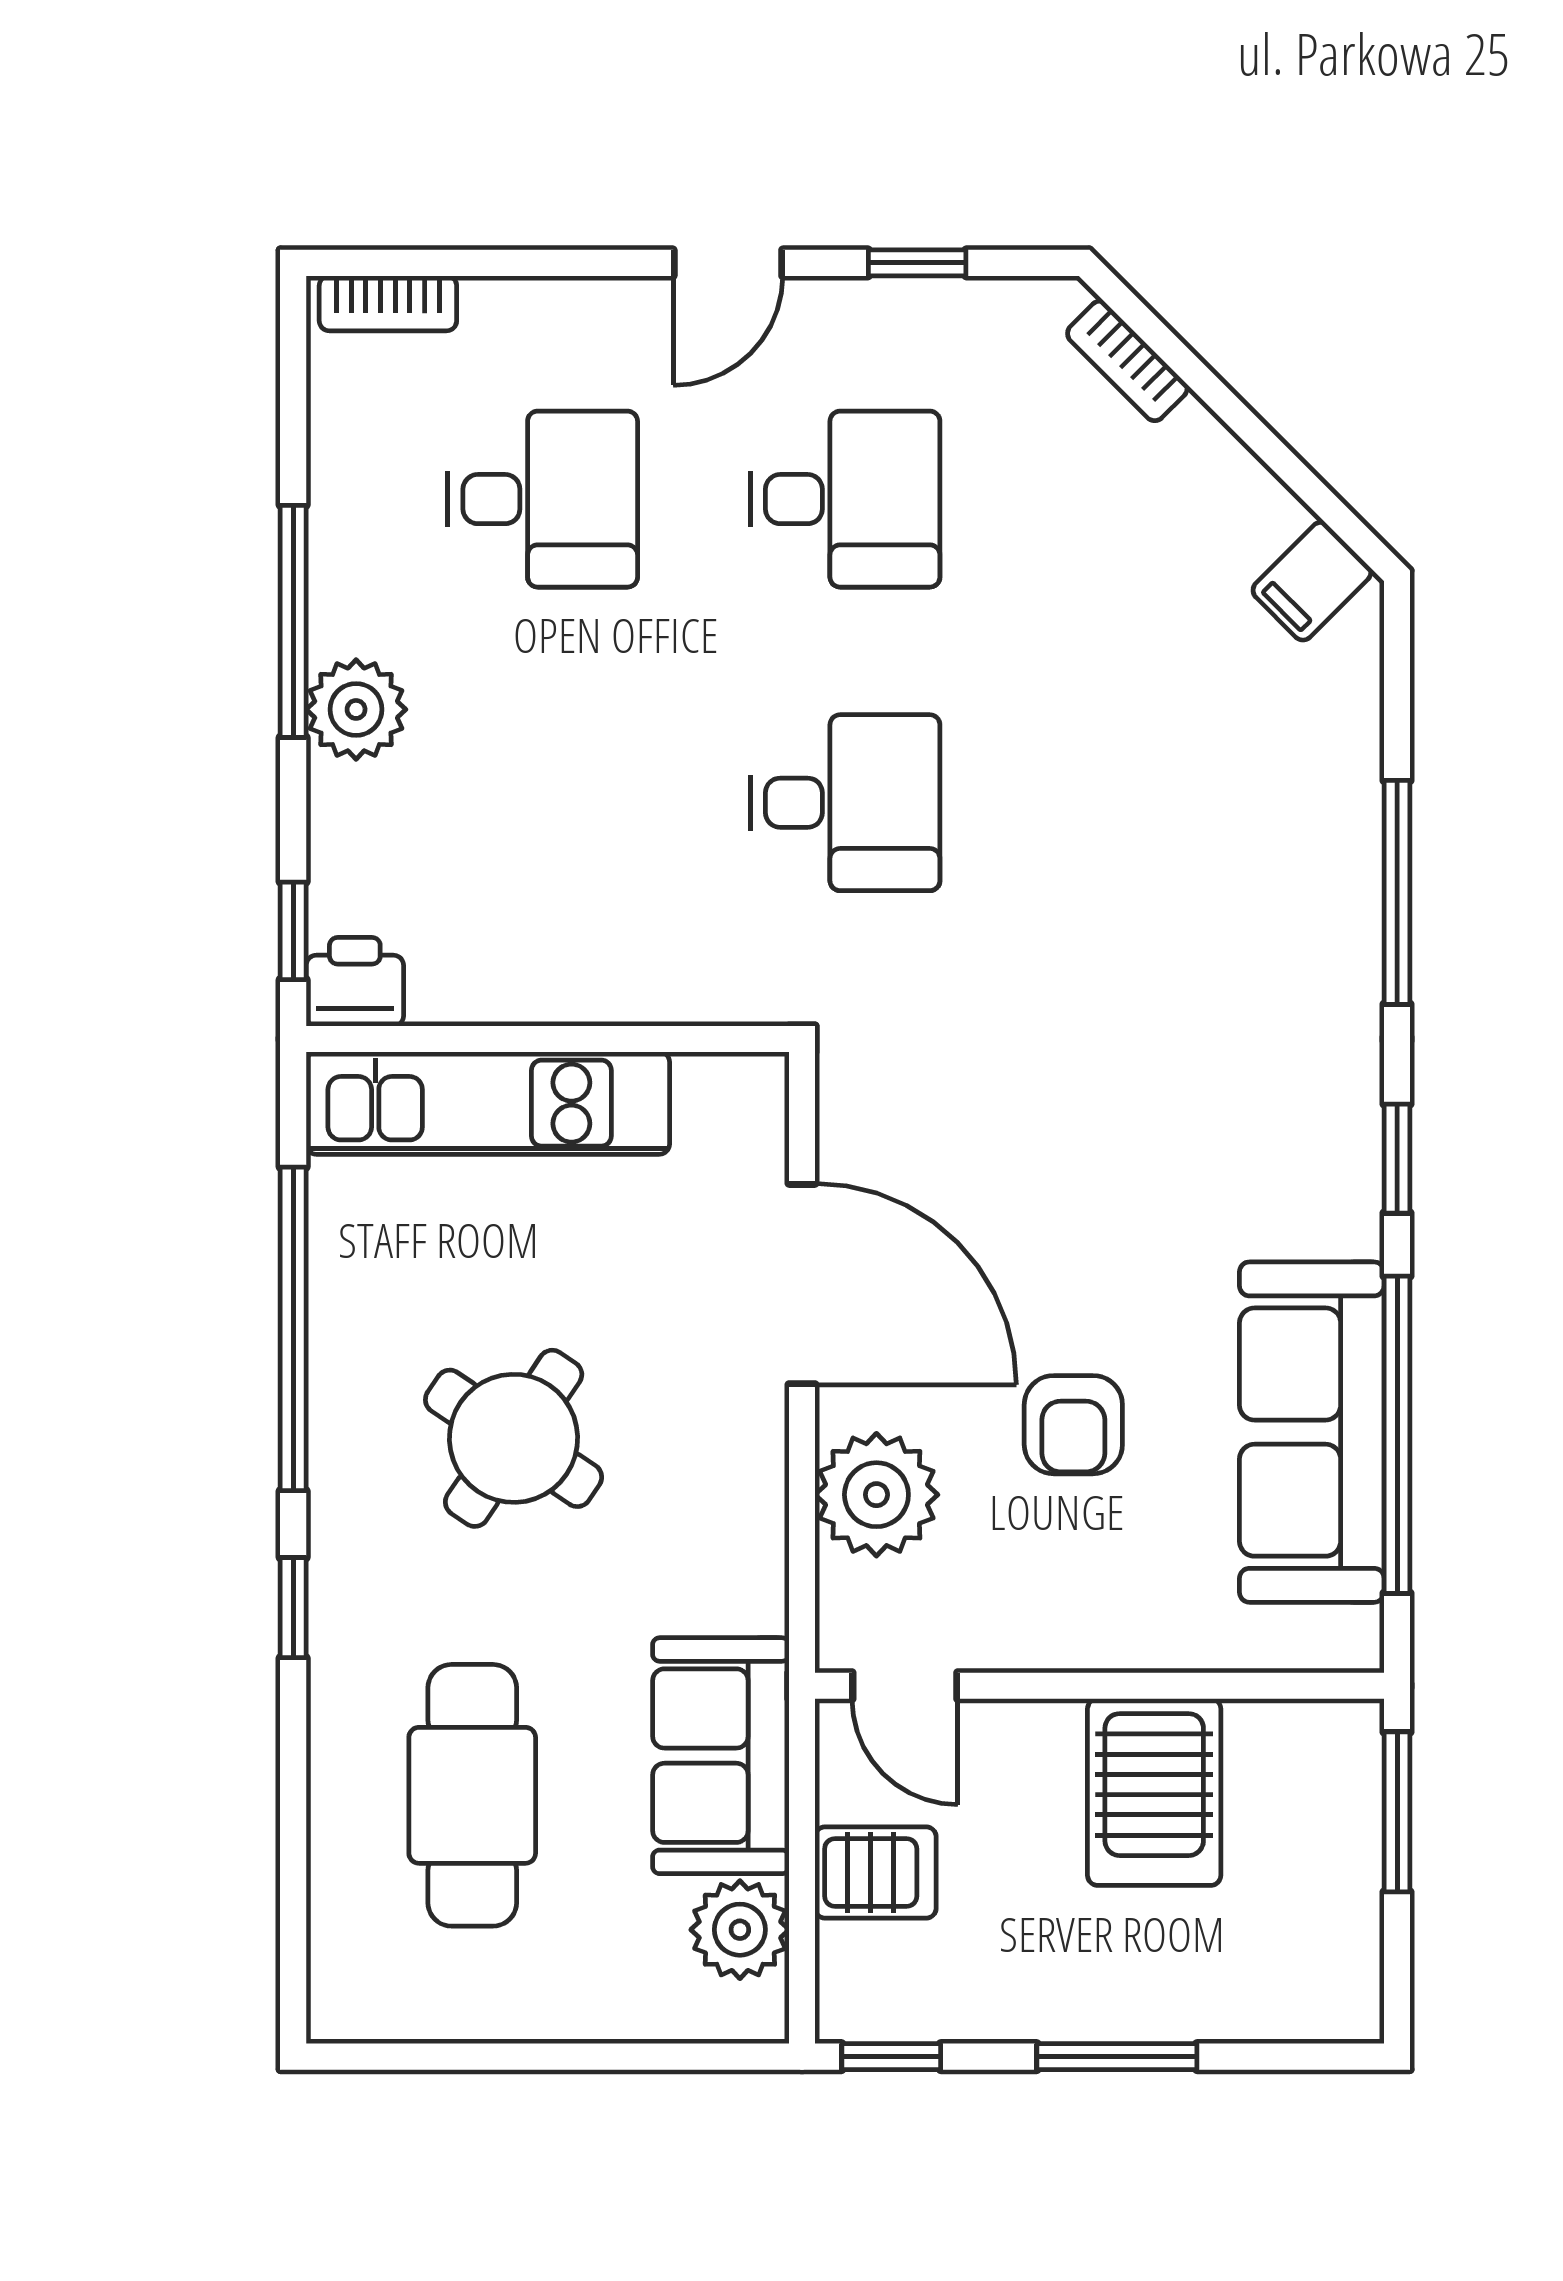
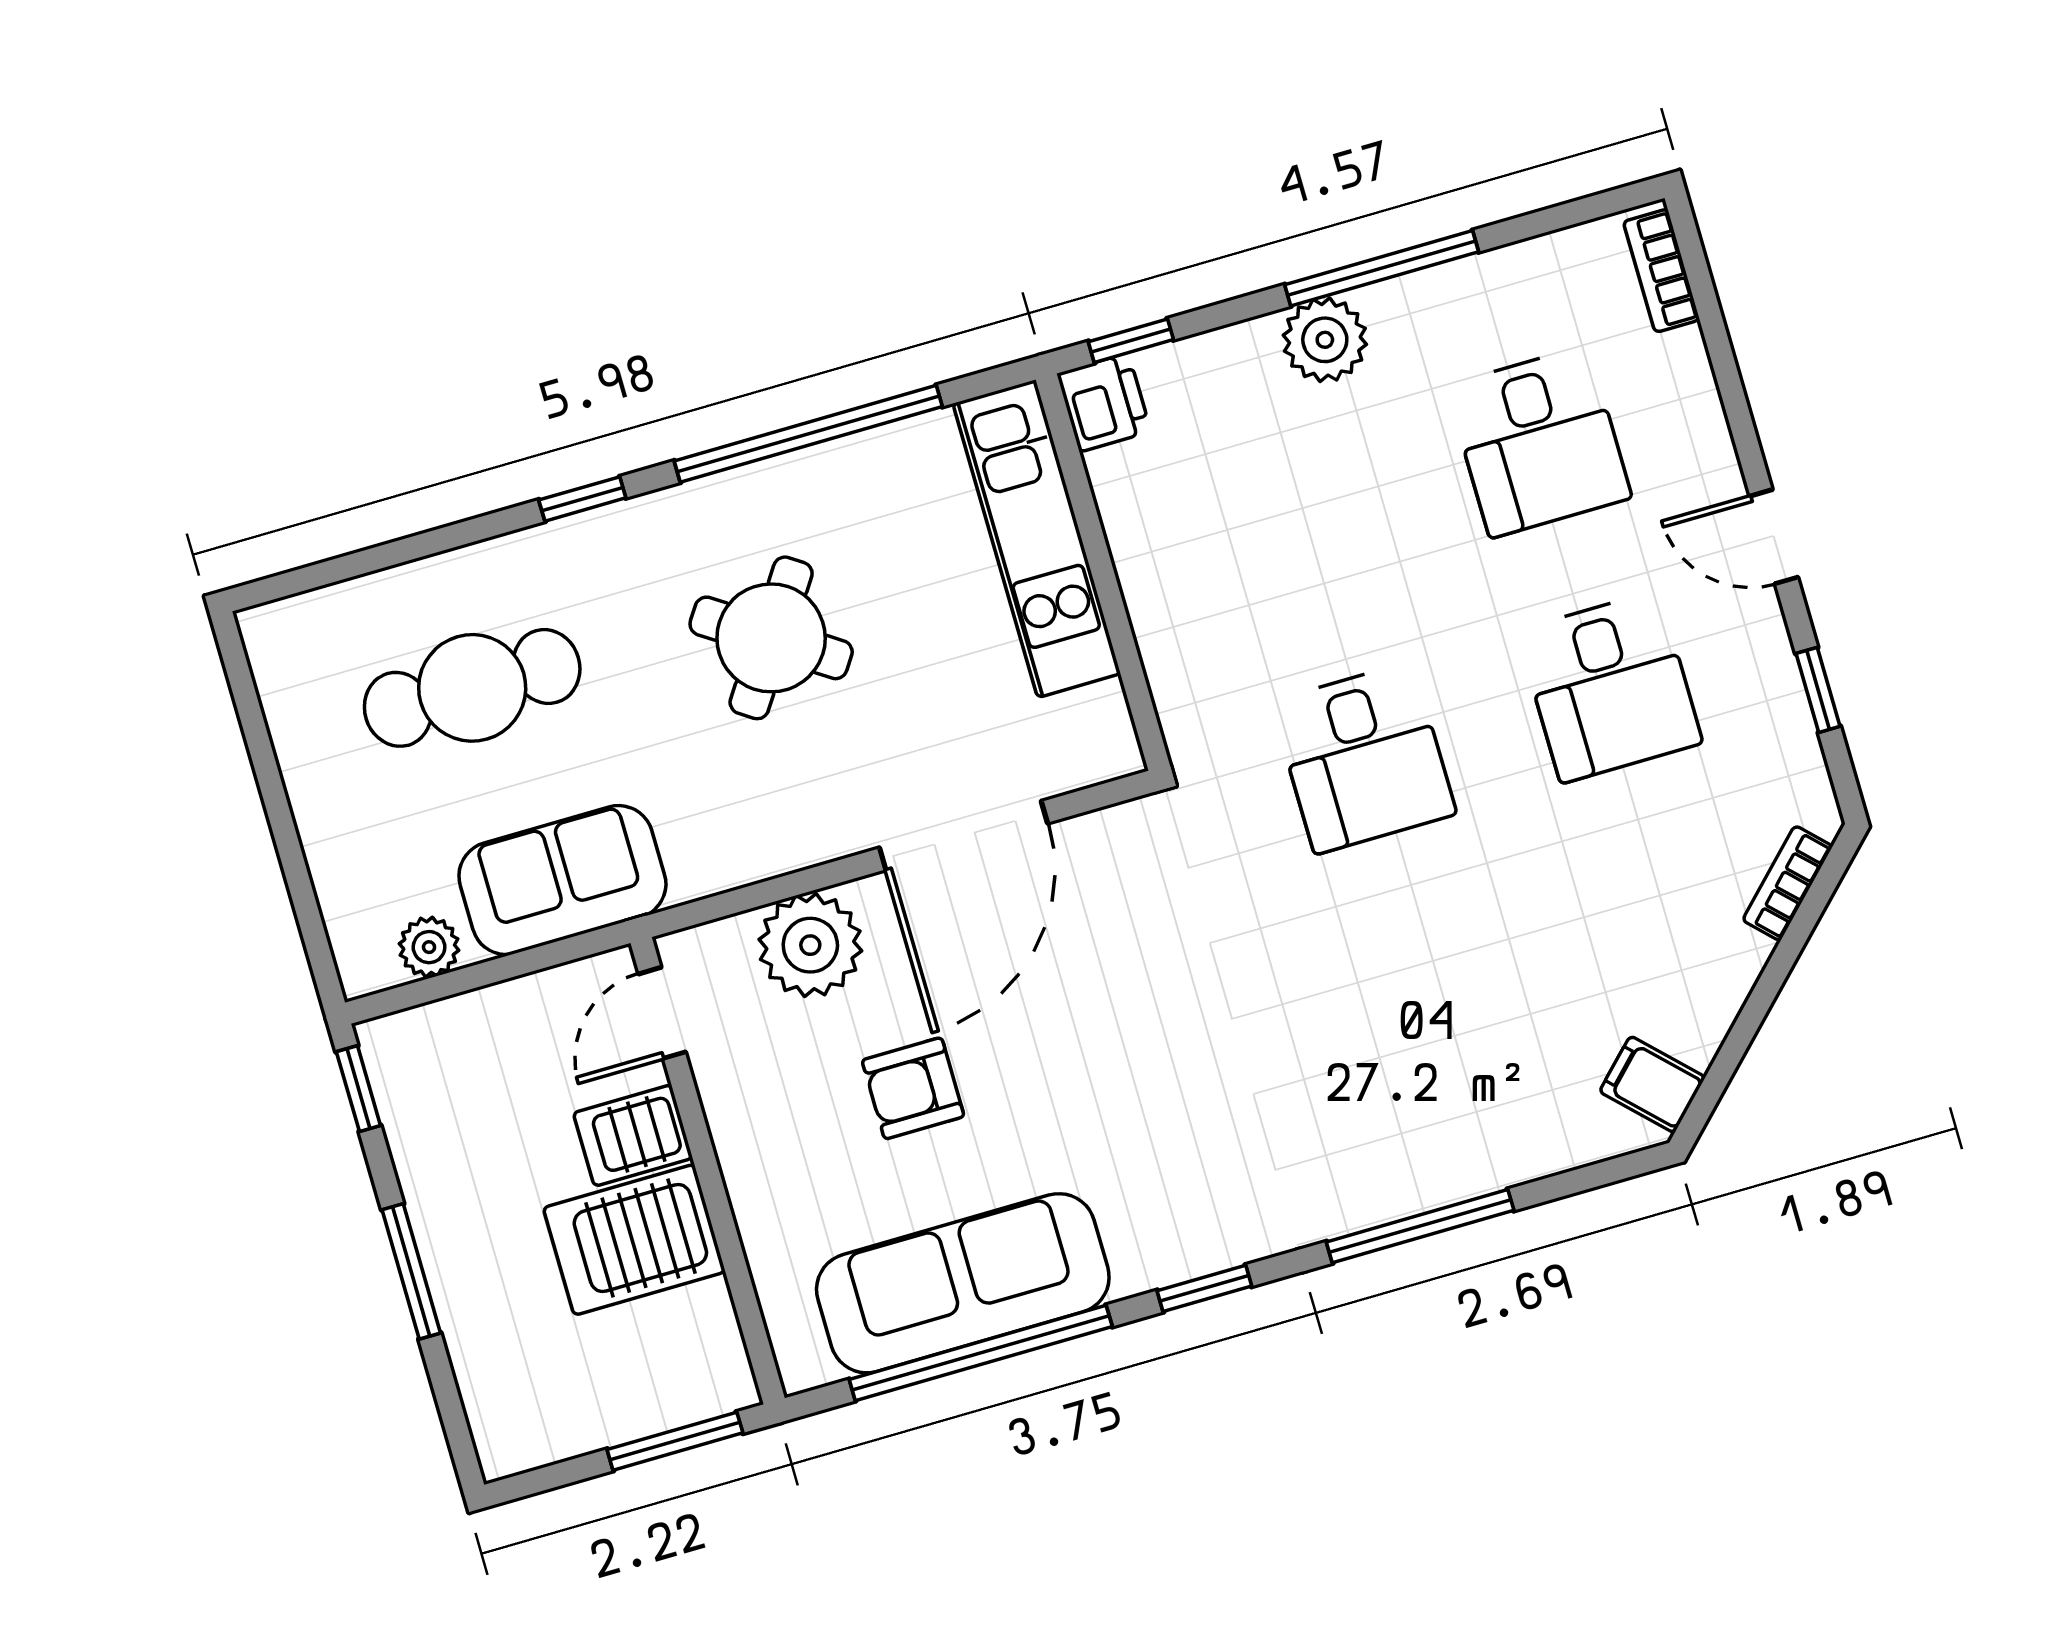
server rack: (876, 1872) -> (633, 1135), moved, turned 90
plant: (740, 1930) -> (429, 947), width x0.73, depth x0.73

